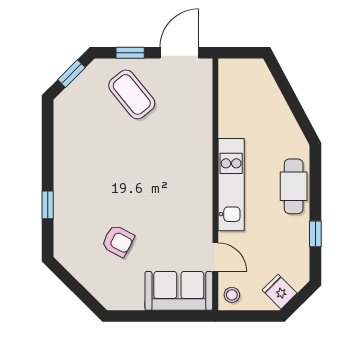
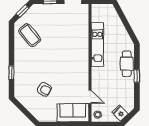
coffee table: (132, 94) -> (30, 35), moved
kitchen unit: (231, 185) -> (97, 44), moved
window: (315, 234) -> (137, 76), moved

